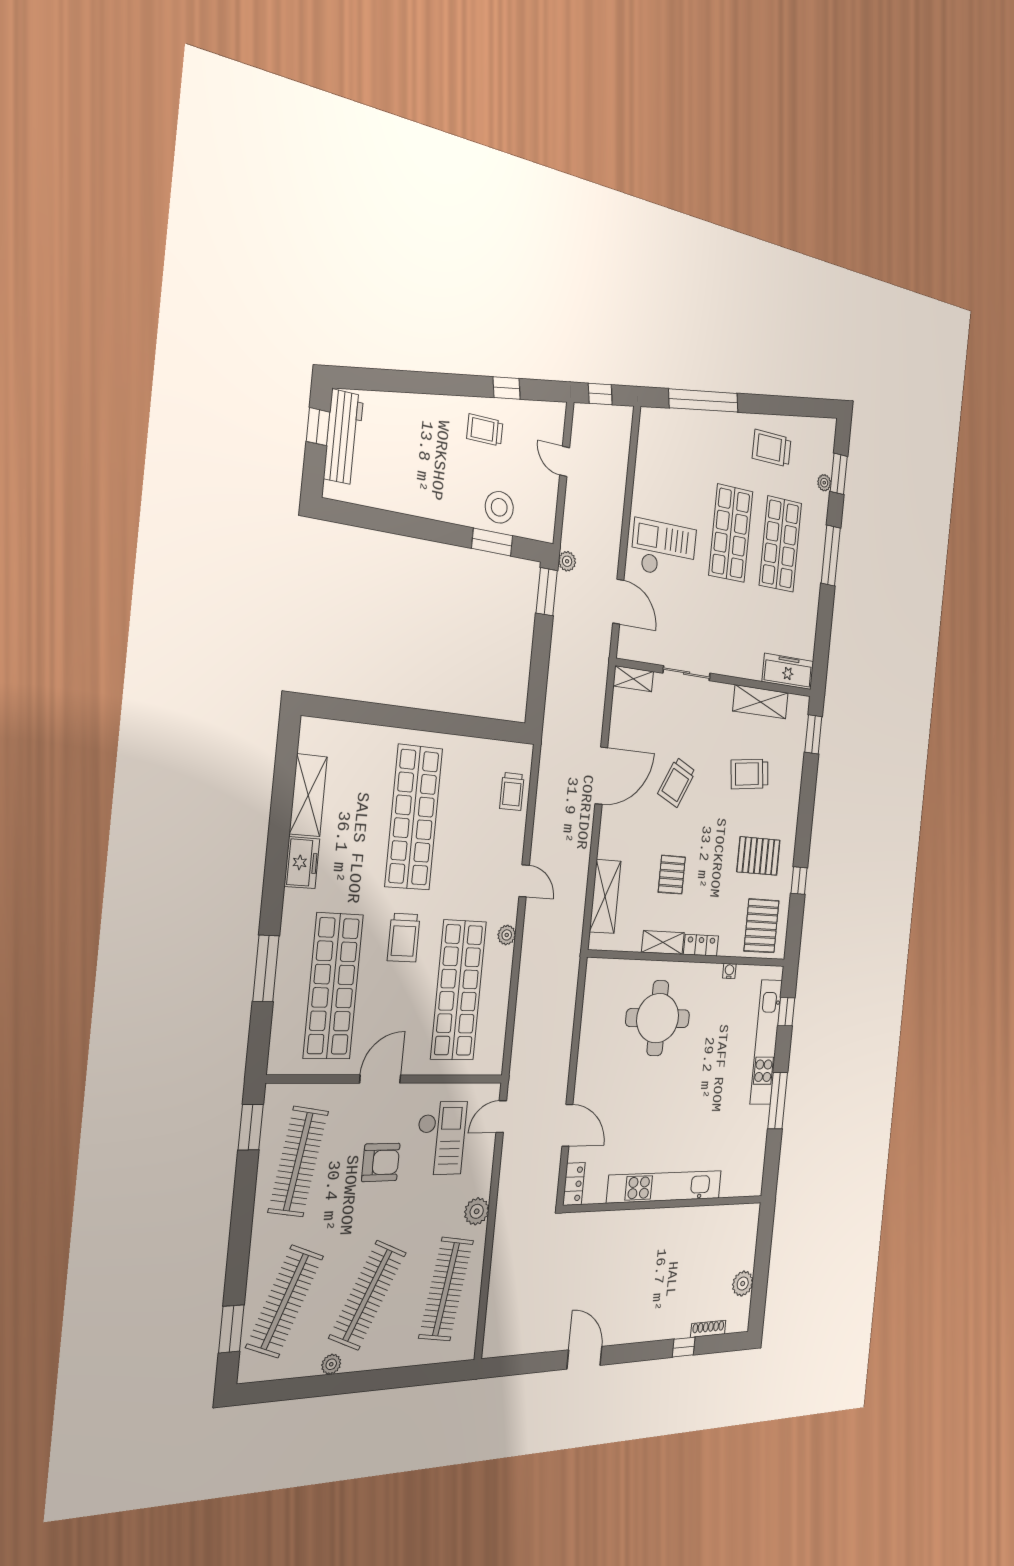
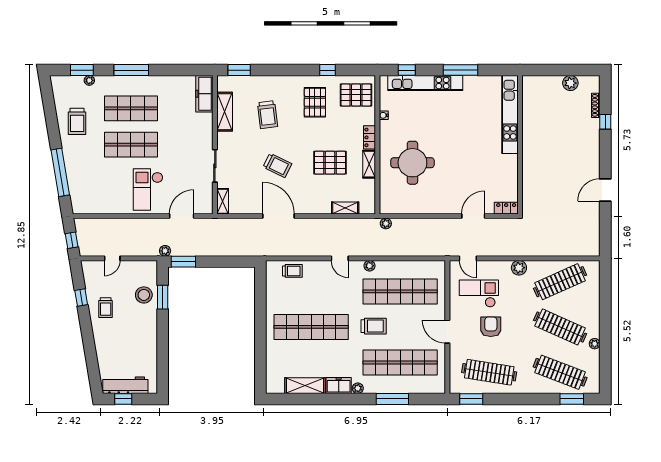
pallet: (672, 875) -> (330, 163), width x1.50, depth x1.42
door: (524, 881) -> (340, 258), swing flipped
shelving: (605, 896) -> (345, 208), width x0.67, depth x0.75
plant: (293, 900) -> (358, 388), added
plant: (571, 968) -> (386, 223), added
kitchen unit: (665, 1187) -> (510, 114), moved
clothes rail: (446, 1289) -> (560, 282), turned -33

